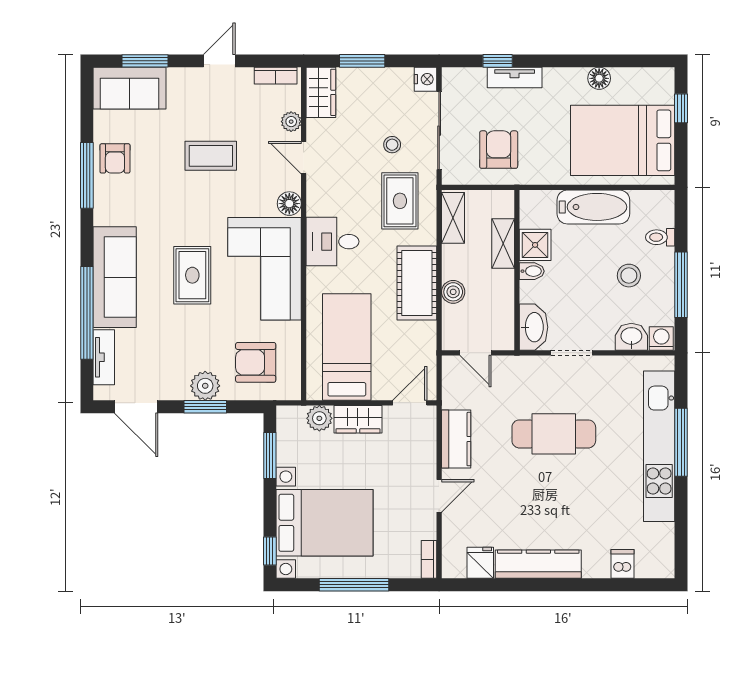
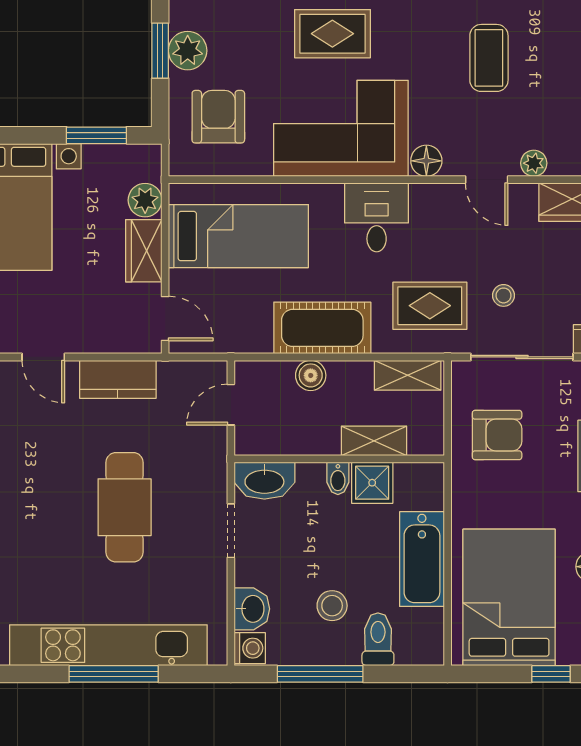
door: (304, 158) -> (487, 180), swing flipped
toilet: (660, 237) -> (378, 639), width x1.37, depth x1.39

